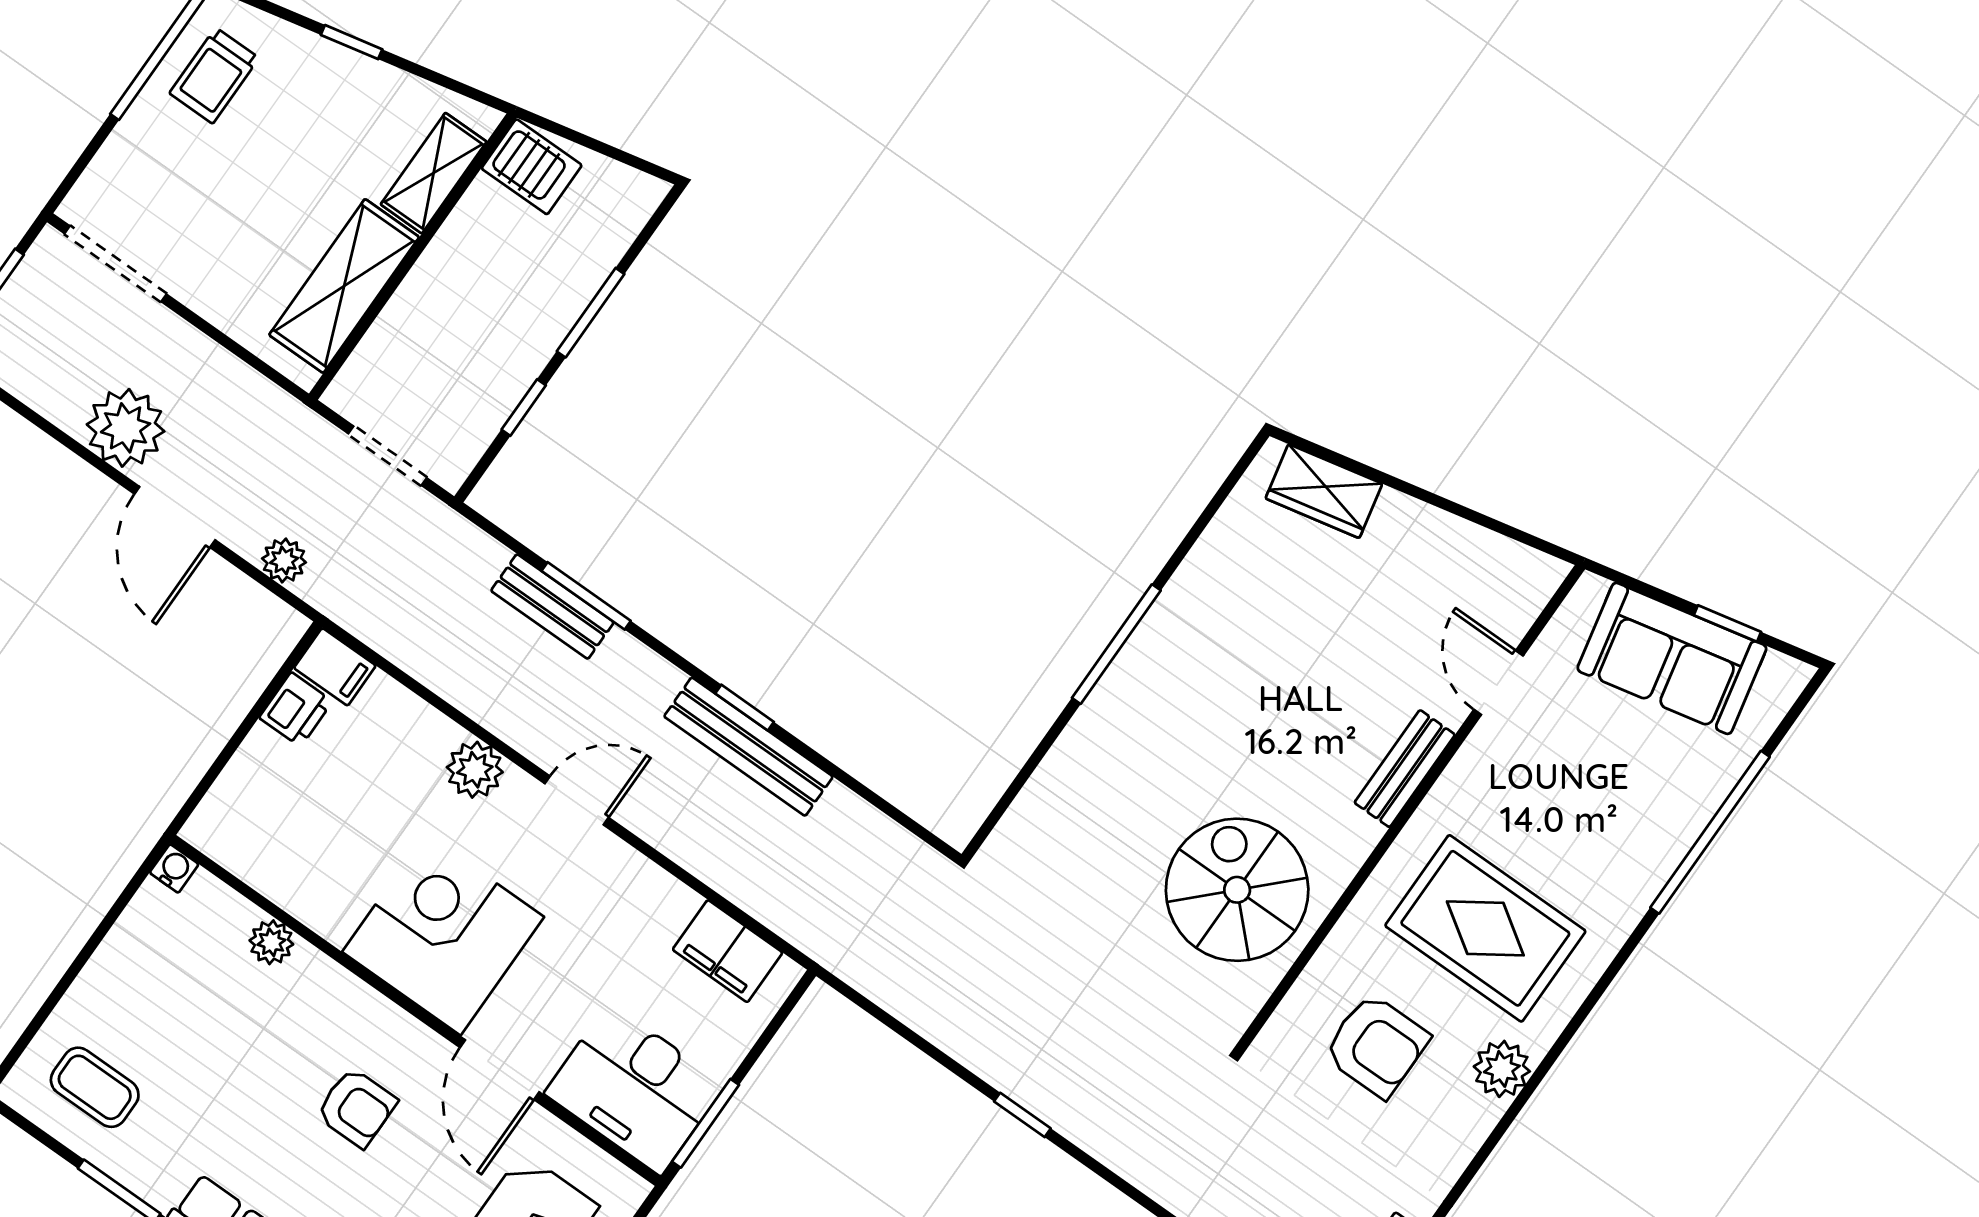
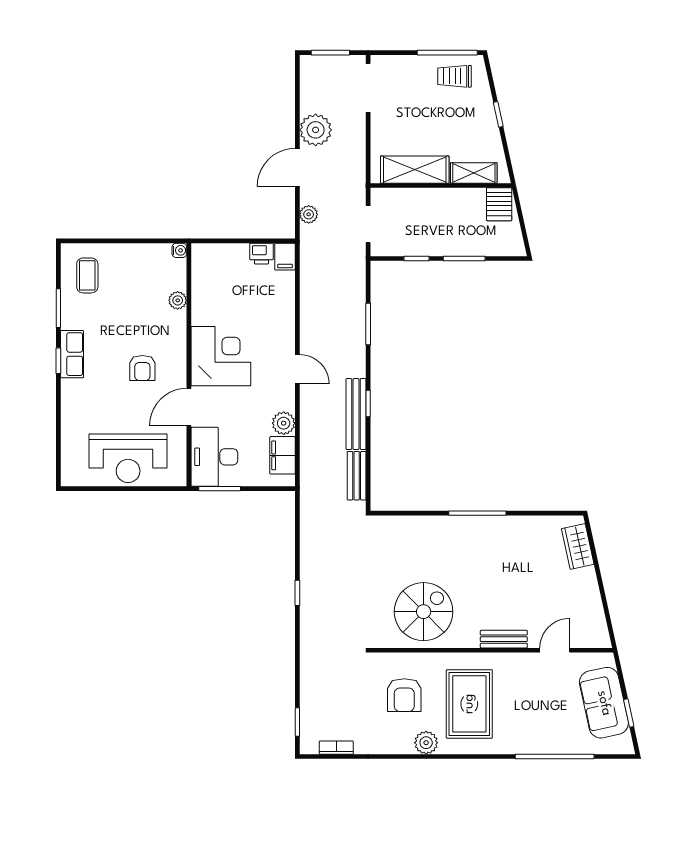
bench: (552, 606) -> (357, 476), moved
plant: (475, 770) -> (284, 423), moved

